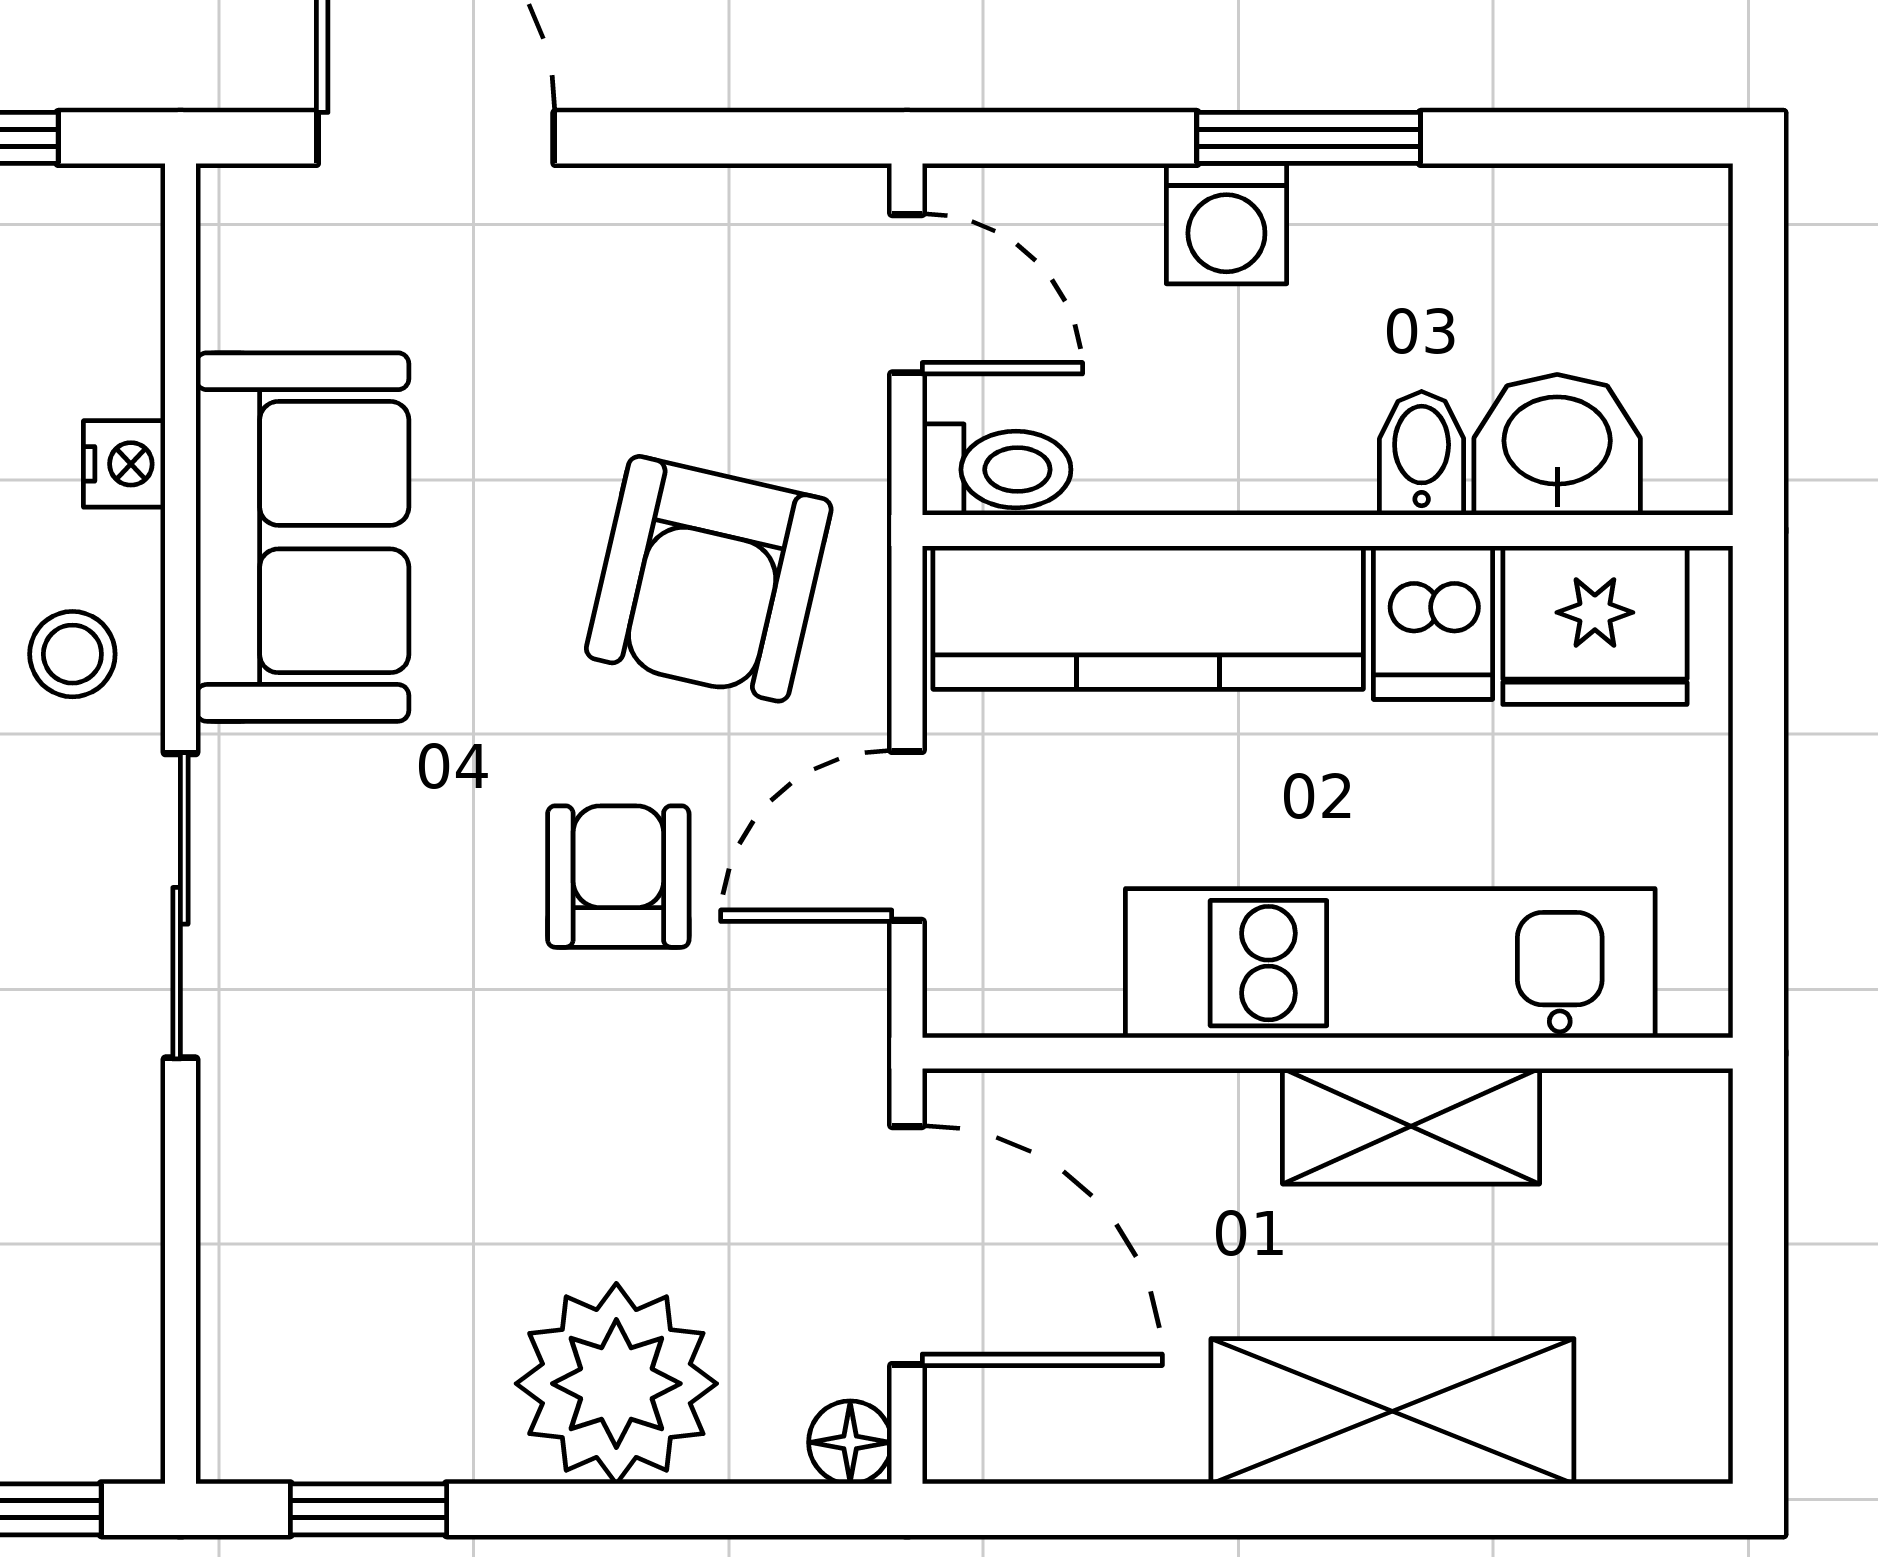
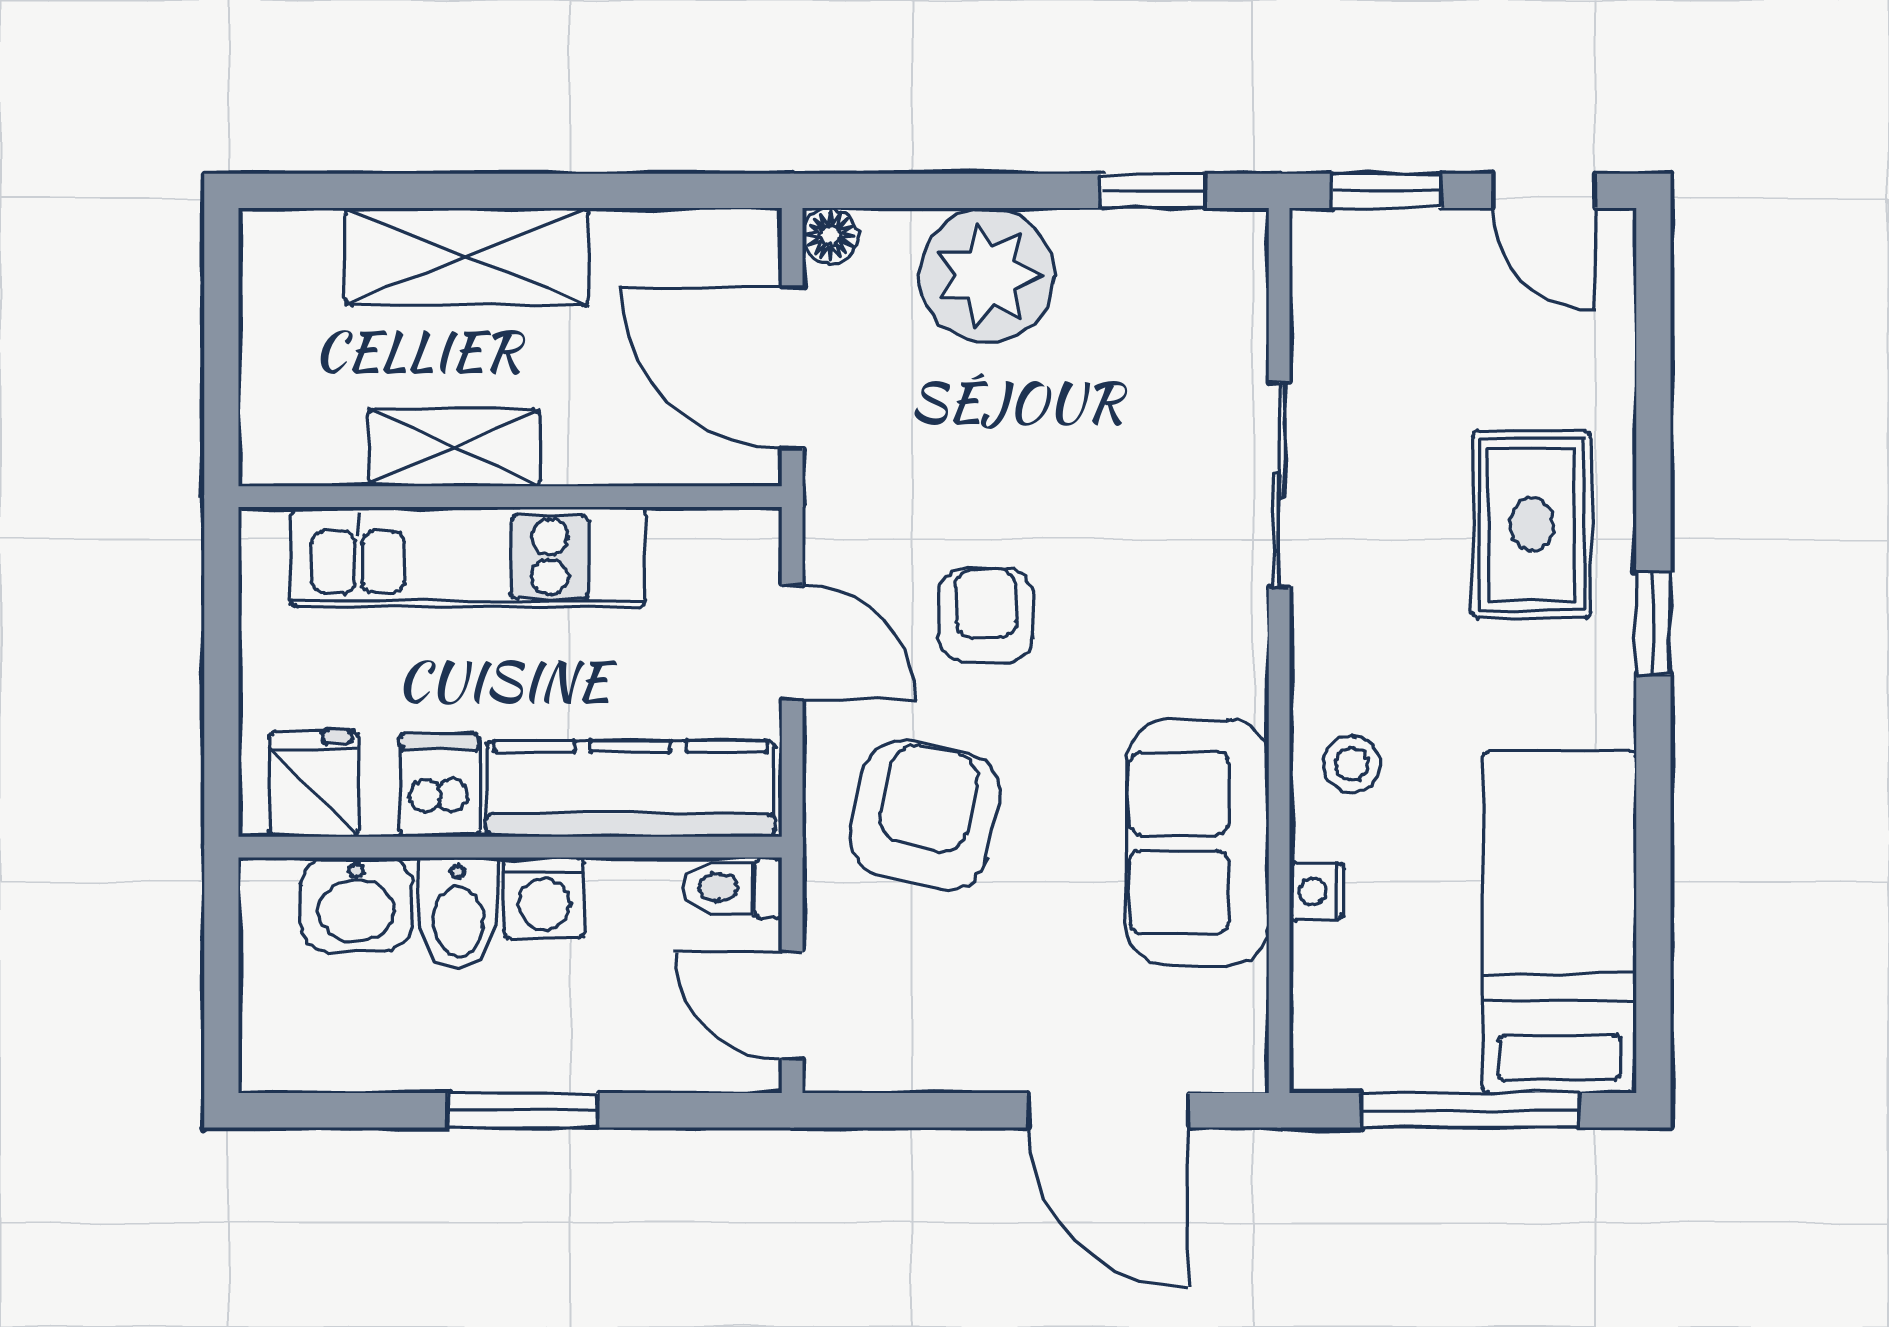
washing machine: (1226, 224) -> (544, 898), moved, turned 180
bidet: (1422, 453) -> (458, 914), width x1.38, depth x1.36
fridge: (1595, 625) -> (314, 784), width x0.72
door: (907, 836) -> (792, 642), hinge flipped
armchair: (618, 877) -> (986, 615), turned 180
sliding door: (180, 906) -> (1279, 485), moved

